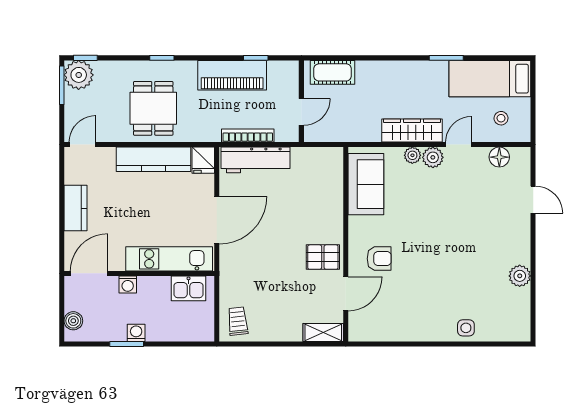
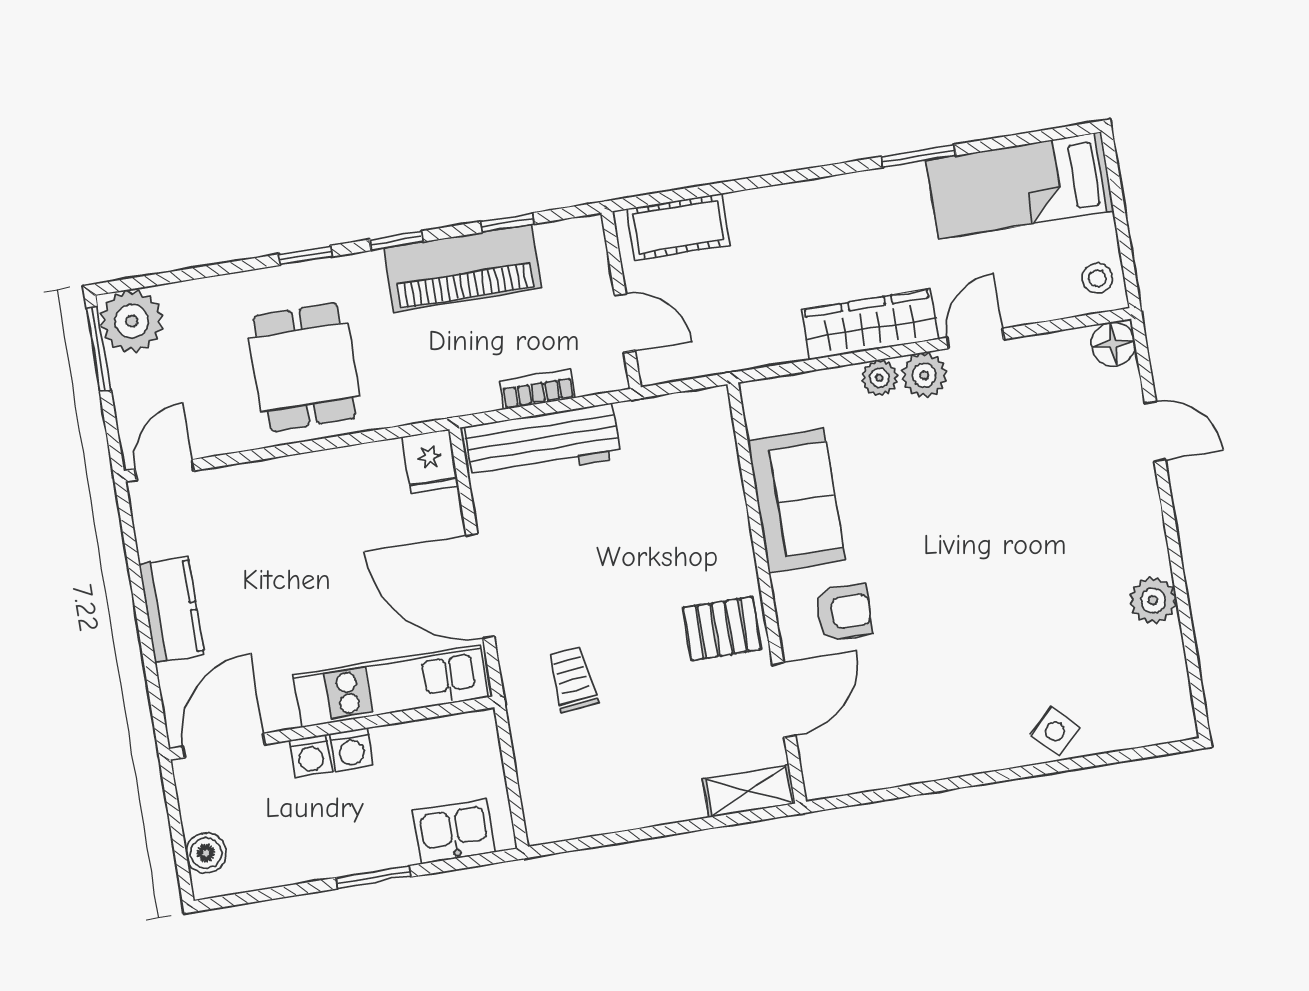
window: (85, 58) -> (396, 241), moved
door: (301, 112) -> (625, 323), hinge flipped
stool: (501, 118) -> (1097, 278), moved
bookcase: (248, 135) -> (538, 389), width x0.64
floor lamp: (499, 157) -> (1113, 344), moved
kitchen counter: (154, 159) -> (323, 477), removed
sofa: (366, 184) -> (796, 500), moved
door: (217, 220) -> (480, 586), swing flipped
kitchen sink: (188, 288) -> (454, 831), moved, turned 180
trolley: (238, 321) -> (572, 679), moved
side table: (466, 328) -> (1055, 731), turned 45
washing machine: (136, 333) -> (351, 749), moved, turned 180
window: (127, 344) -> (374, 877), moved

